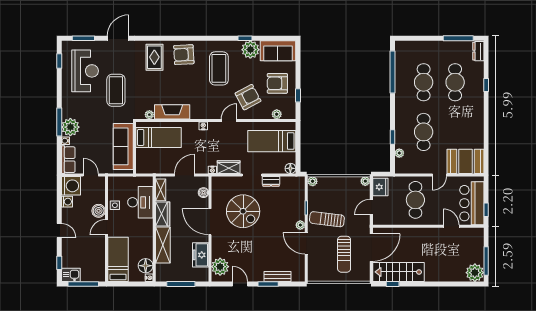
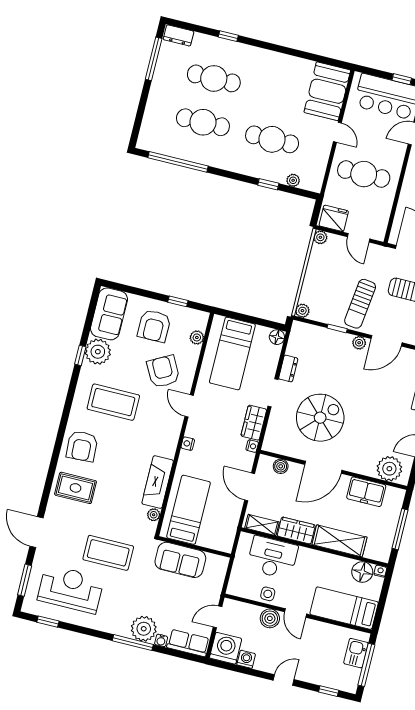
sofa: (123, 146) -> (180, 560), width x0.73
kitchen sink: (71, 275) -> (356, 653), moved

